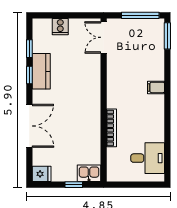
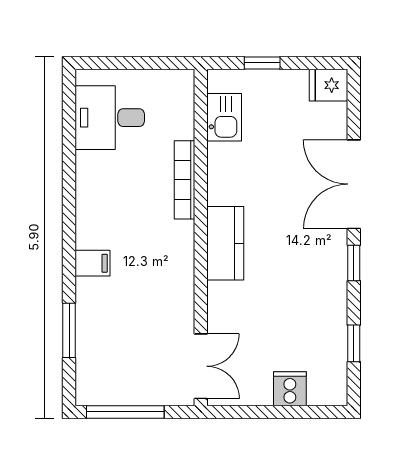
window: (167, 36) -> (69, 330), moved
kitchen counter: (41, 71) -> (225, 243), moved, turned 180
window: (29, 75) -> (354, 263), moved
kitchen sink: (89, 173) -> (224, 117), moved, turned -90

